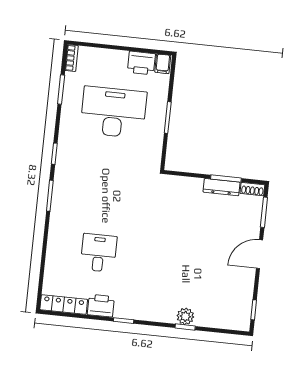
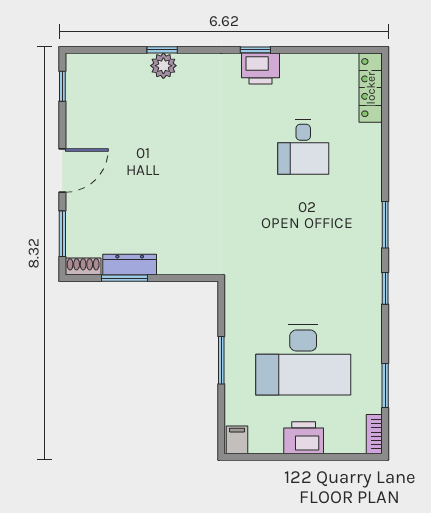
printer: (141, 63) -> (304, 438), moved
locker: (64, 305) -> (371, 88), moved, turned 90
printer: (101, 306) -> (261, 68), moved

